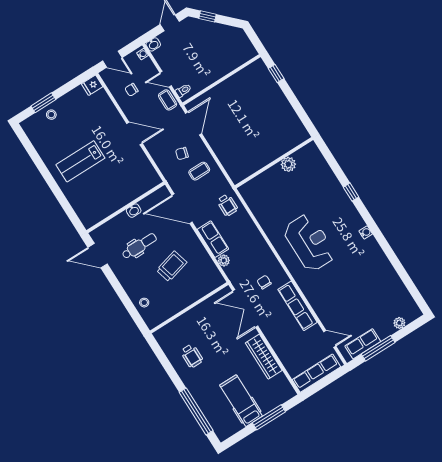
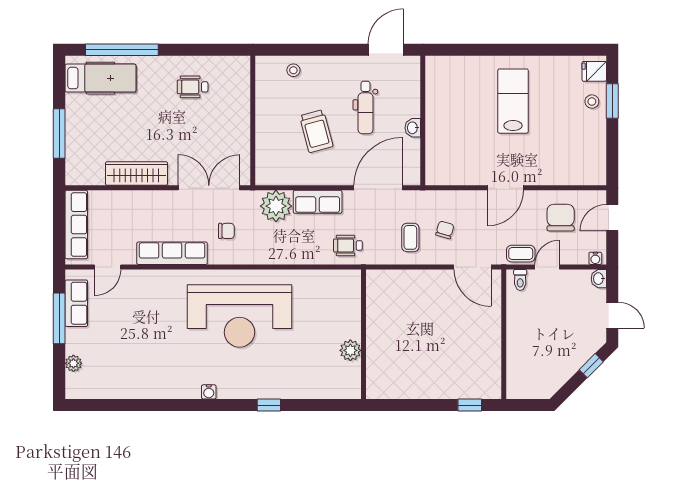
fridge: (92, 85) -> (594, 71), moved, turned -90
chair: (131, 90) -> (561, 218), width x1.87, depth x1.87
reception desk: (309, 243) -> (240, 316), width x1.36, depth x1.30
plant: (224, 261) -> (276, 206), width x1.87, depth x1.87
hospital bed: (241, 401) -> (100, 78), moved

